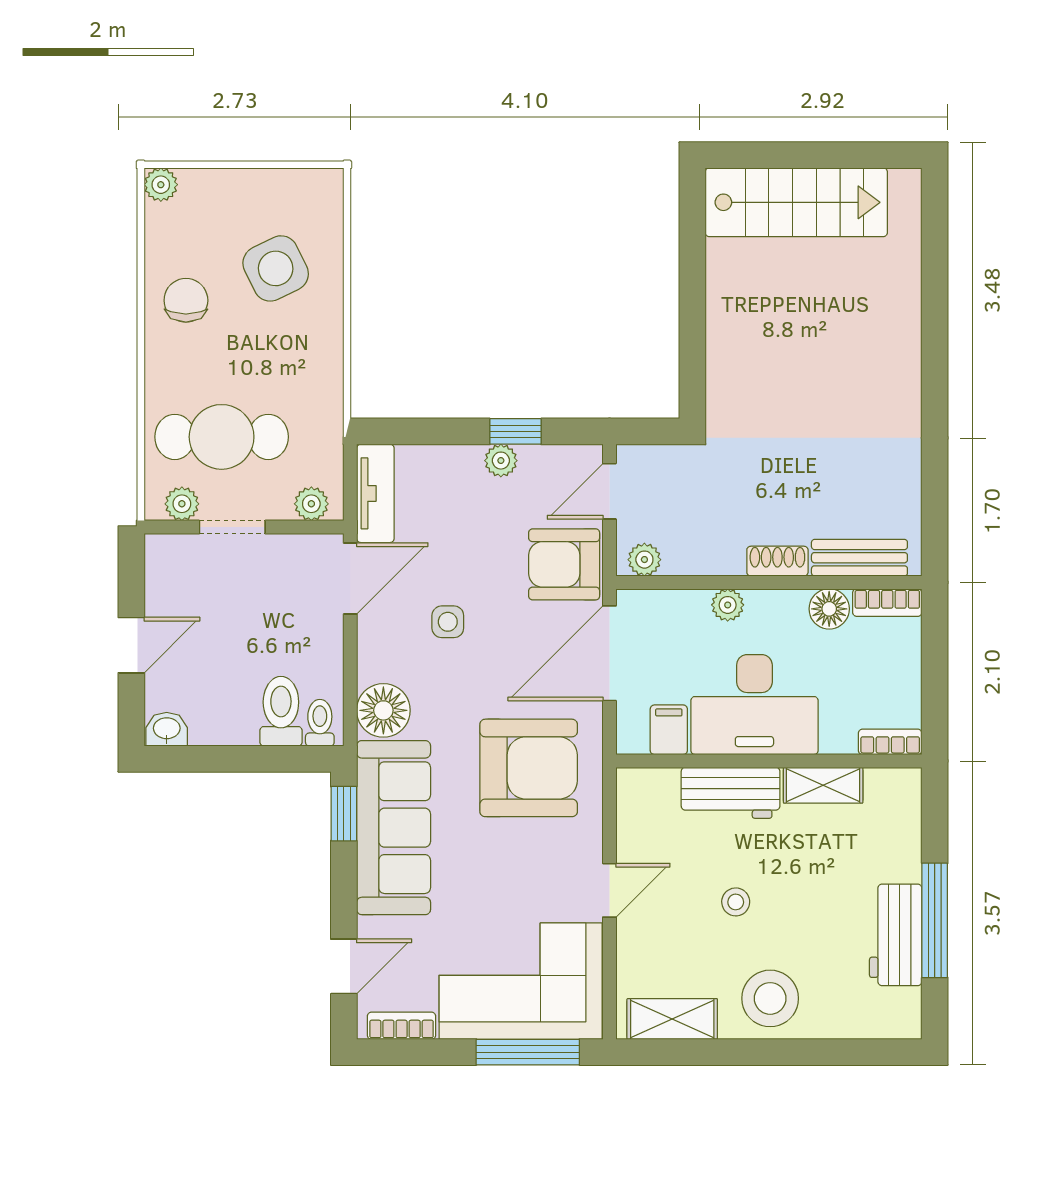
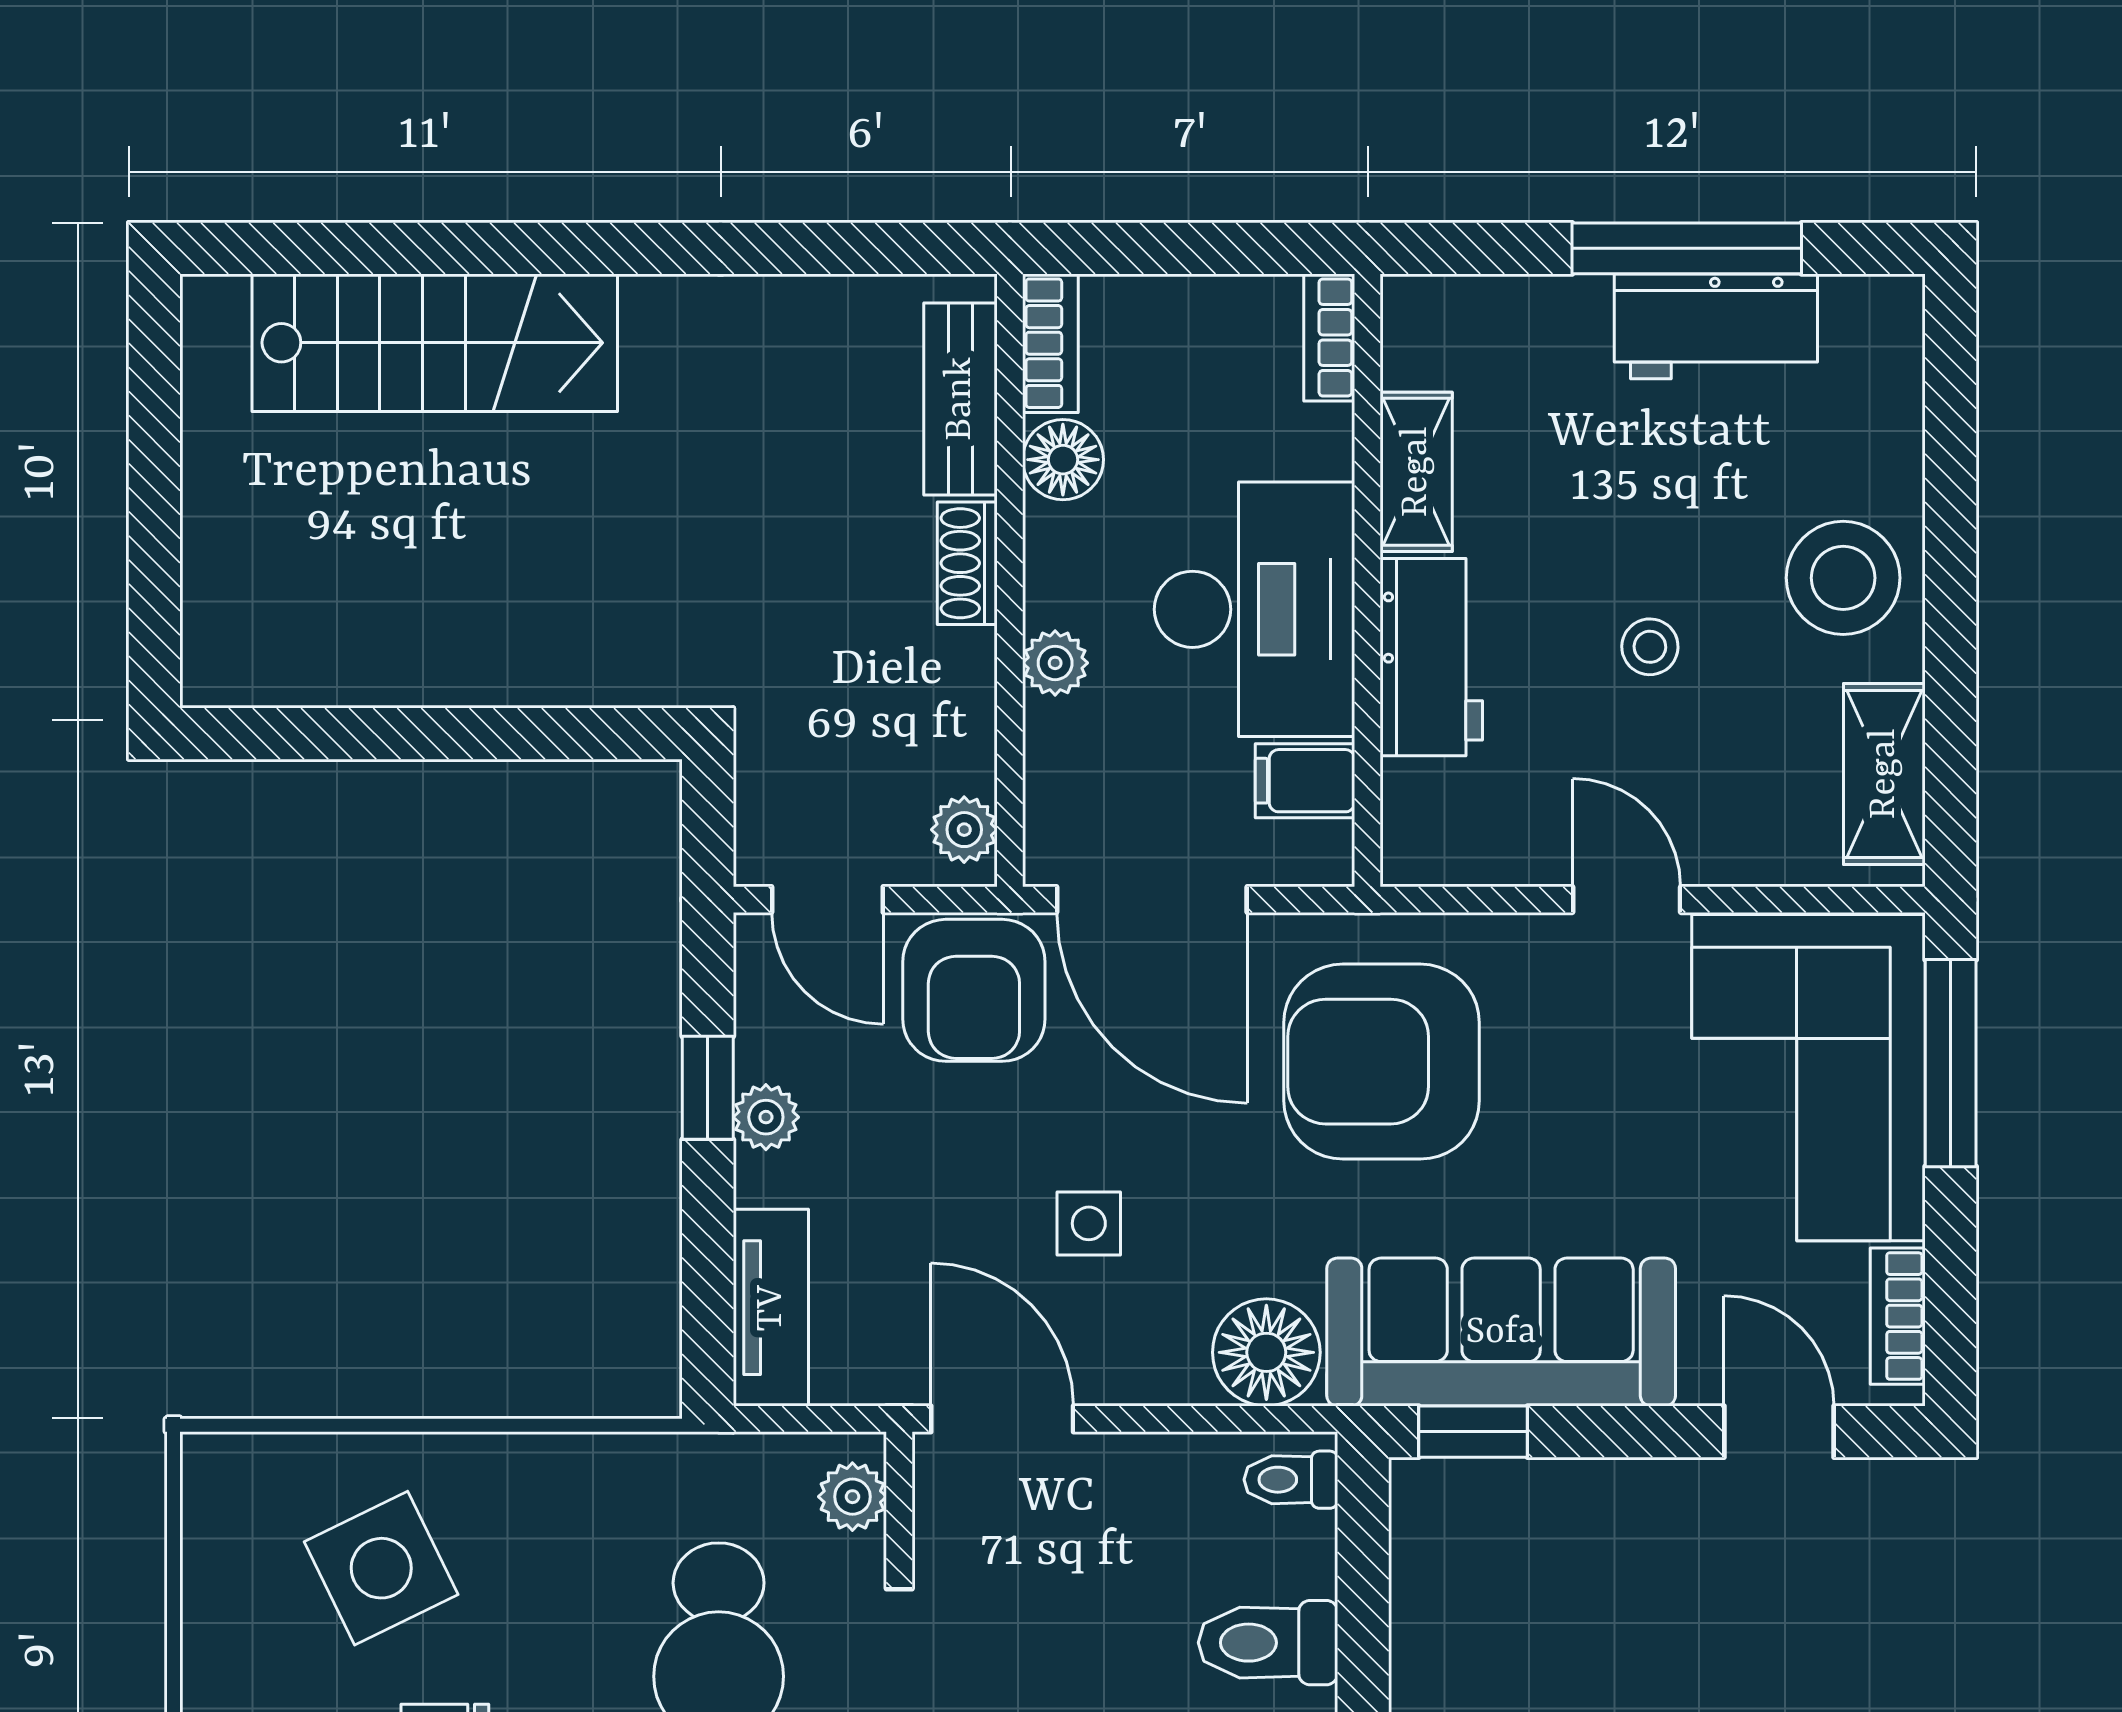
stairs: (796, 202) -> (435, 343), moved, turned 90
tv unit: (375, 493) -> (771, 1308), moved, turned 90
toilet: (281, 711) -> (1268, 1643), moved
armchair: (529, 768) -> (1382, 1062), turned -90

